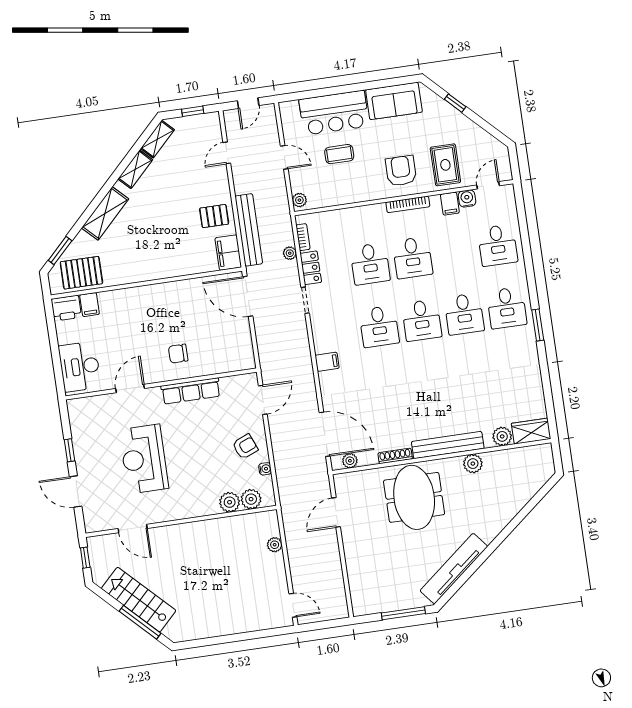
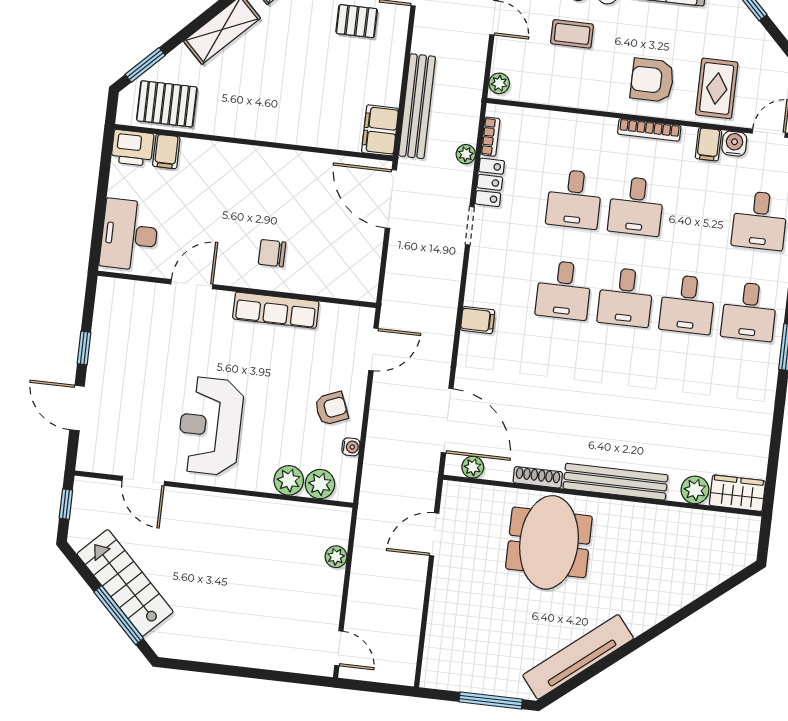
armchair: (401, 171) -> (652, 80), turned -90
pallet: (214, 216) -> (357, 21), moved
reception desk: (144, 459) -> (210, 426), moved
plant: (473, 464) -> (644, 517), removed

